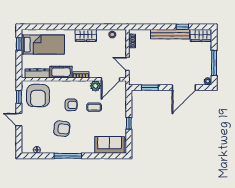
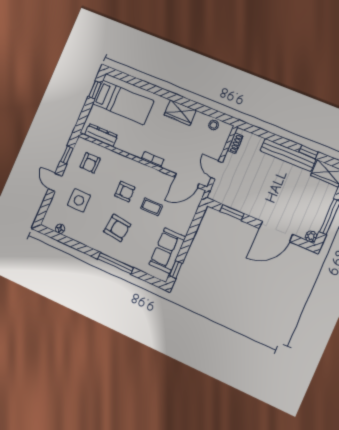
cot: (61, 72) -> (130, 146), removed
plant: (95, 86) -> (165, 181), removed
armchair: (38, 96) -> (90, 163), width x0.53, depth x0.53
window: (129, 123) -> (176, 269), moved
side table: (42, 125) -> (79, 200), added
armchair: (62, 129) -> (117, 228), moved
sofa: (110, 145) -> (167, 251), moved, turned -90
window: (68, 156) -> (115, 263), moved

